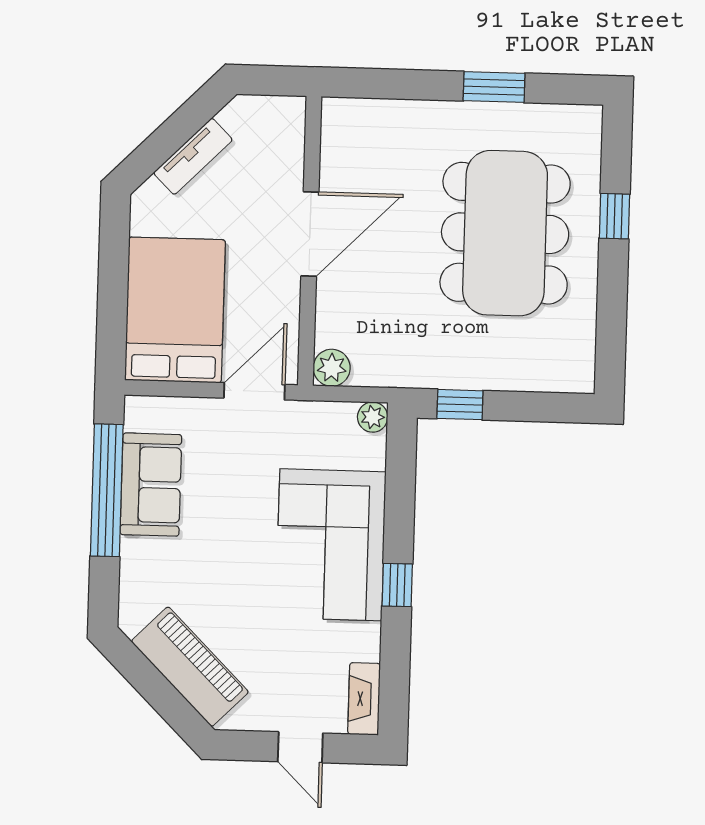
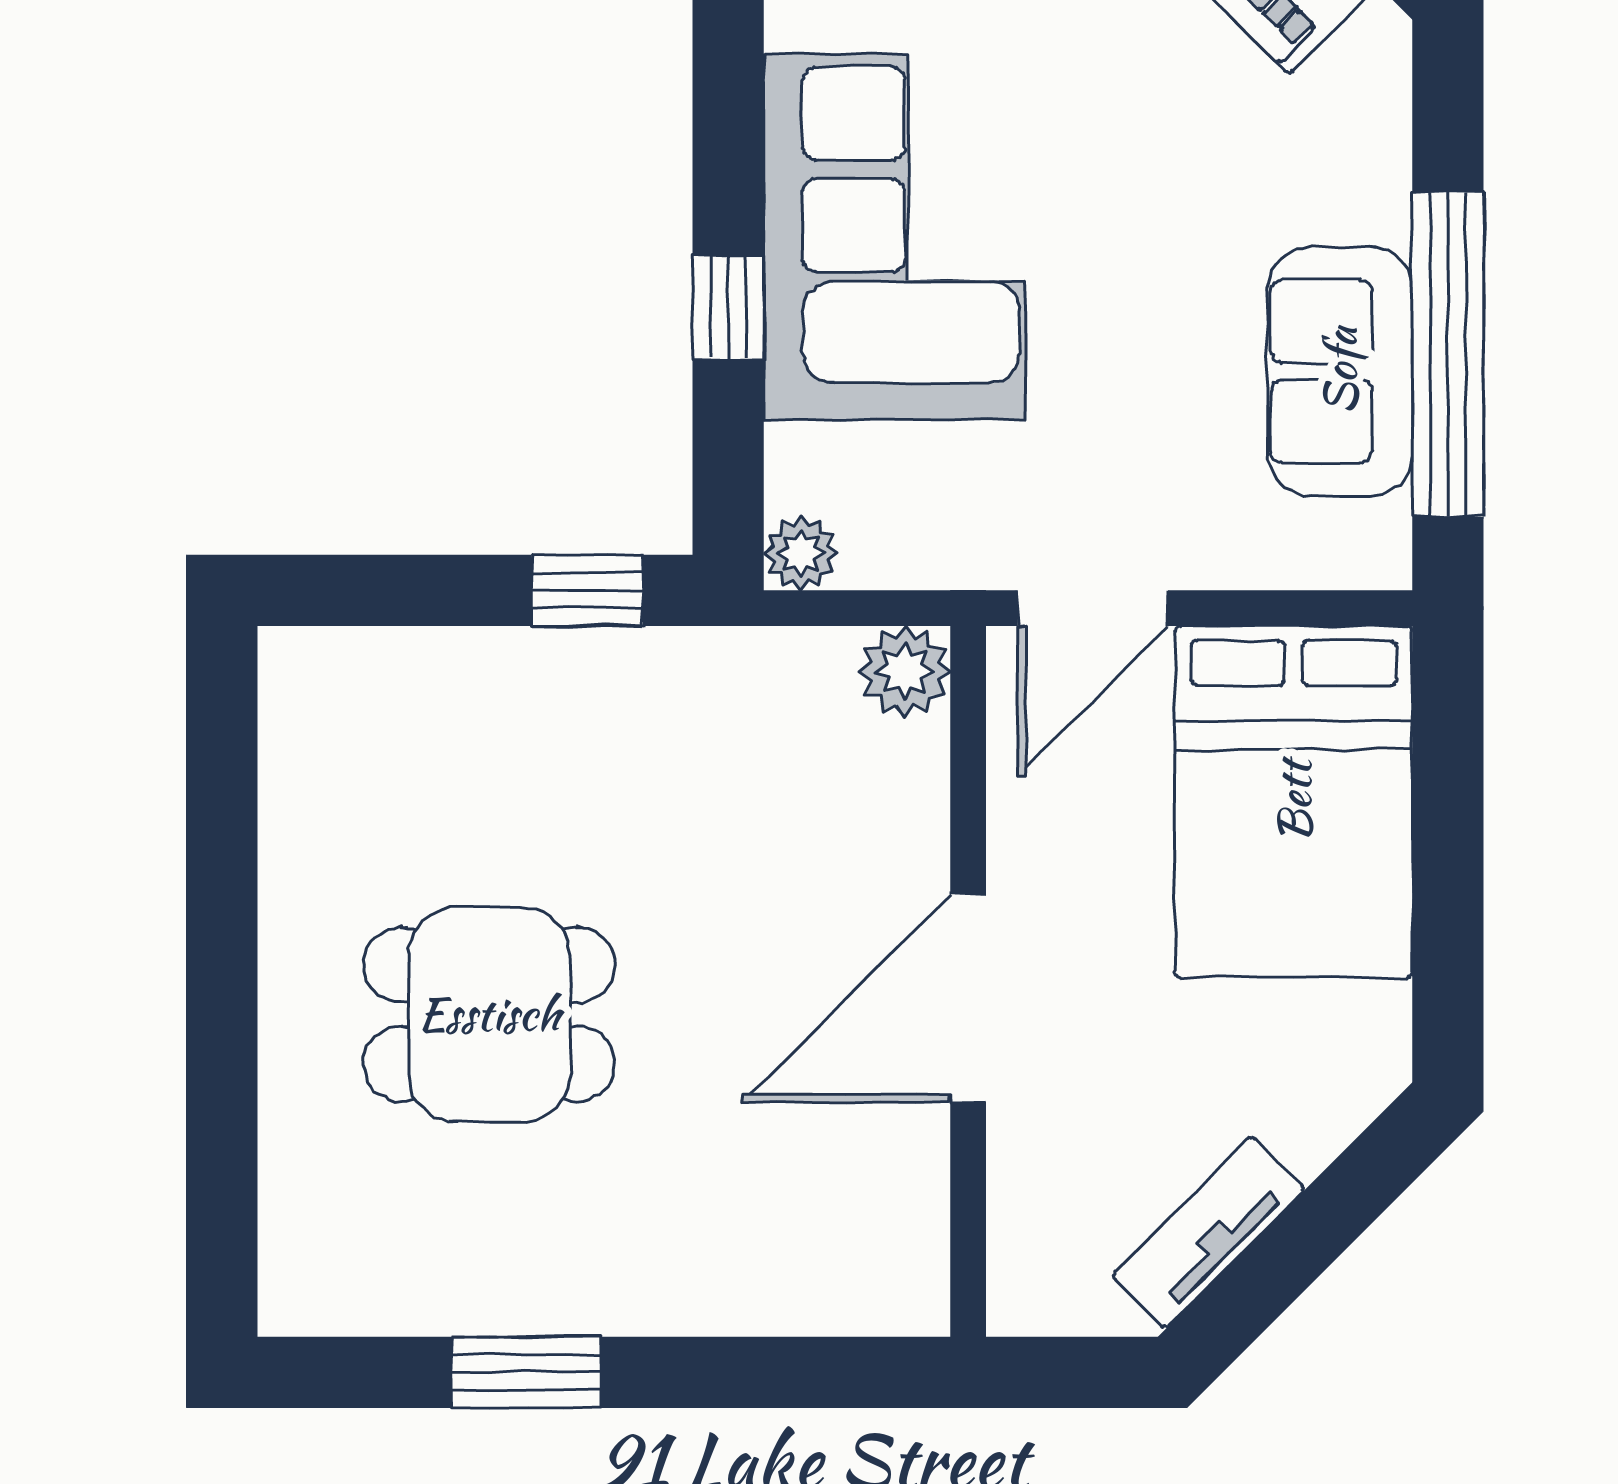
tv unit: (193, 156) -> (1209, 1232), moved
window: (614, 216) -> (222, 1064), removed
dining table: (505, 233) -> (489, 1014), width x0.53, depth x0.80
window: (397, 585) -> (728, 307), moved

